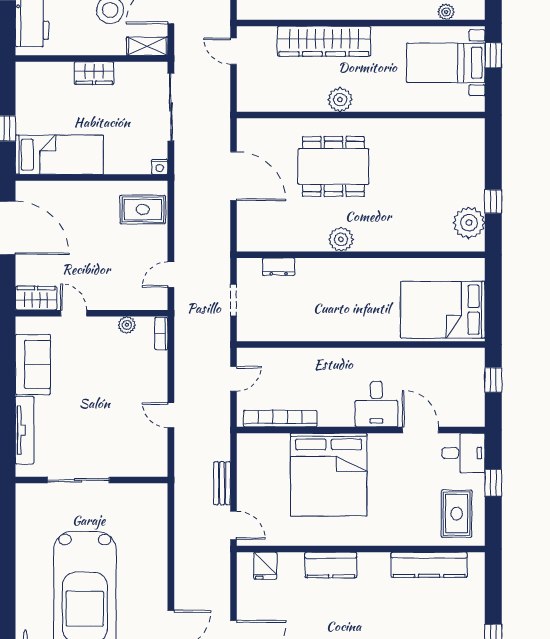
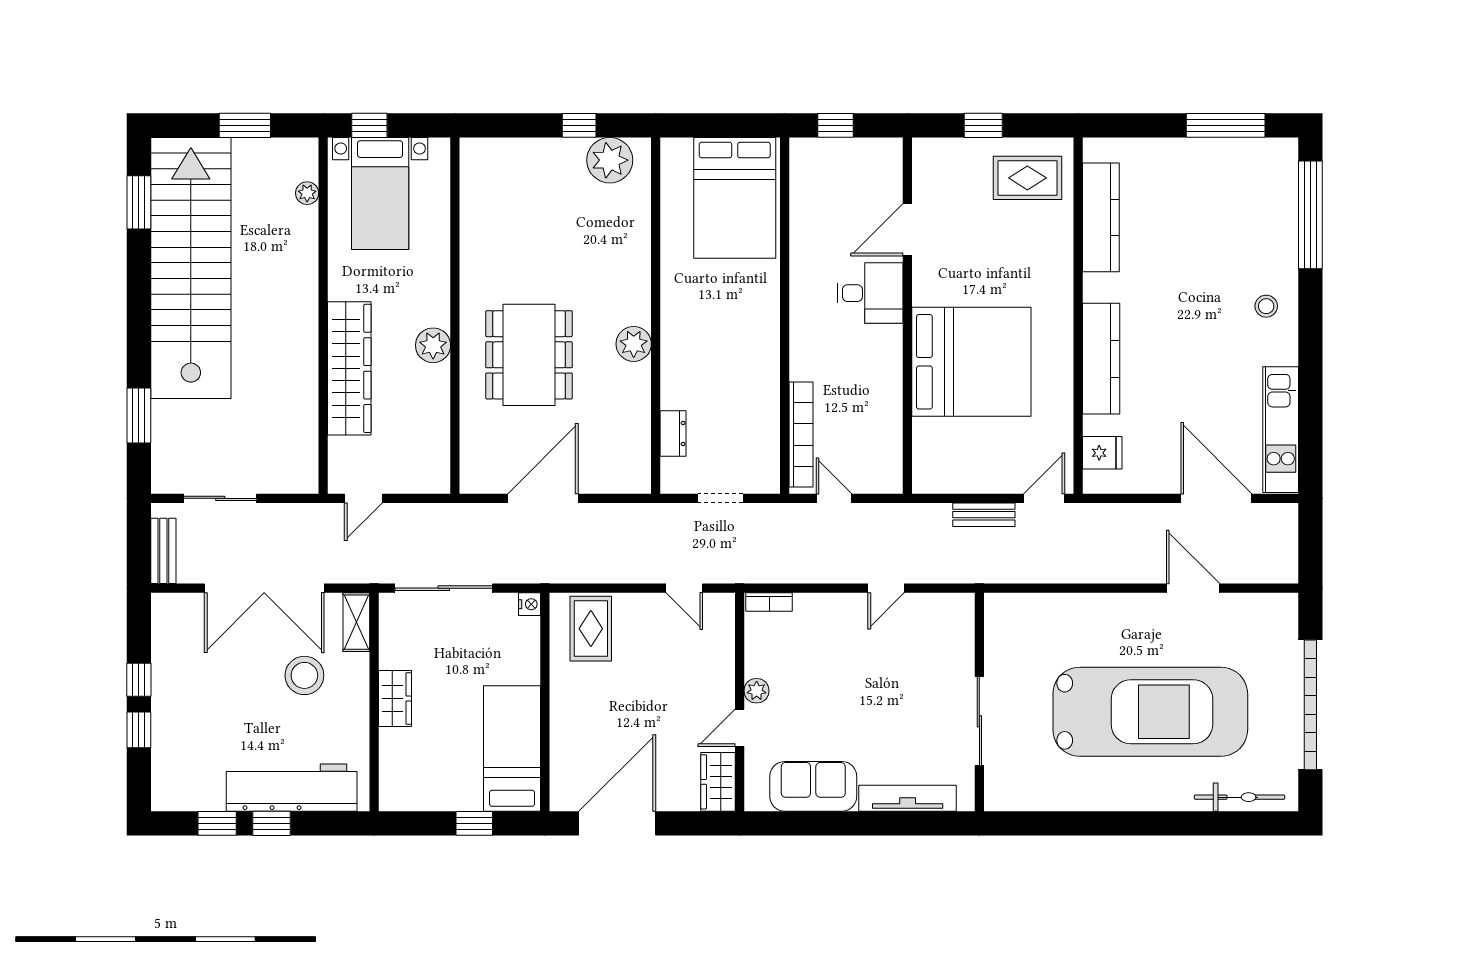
plant: (127, 325) -> (757, 691), moved
bookcase: (280, 419) -> (801, 434), moved, turned 180
desk: (464, 453) -> (940, 168), removed
kitchen counter: (331, 565) -> (1101, 359), width x1.50

